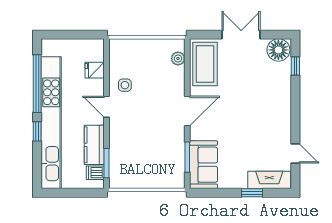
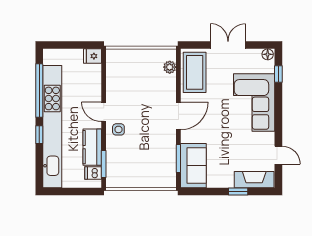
floor lamp: (278, 50) -> (268, 54), width x0.53, depth x0.53
fridge: (95, 70) -> (93, 56), moved
side table: (125, 85) -> (118, 129), moved
corner sofa: (269, 97) -> (254, 102), added

